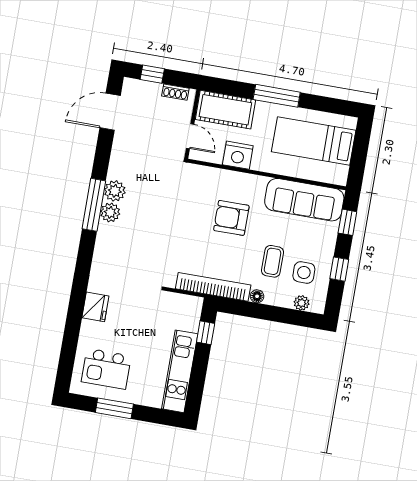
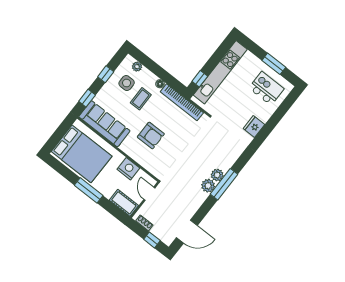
cot: (225, 110) -> (124, 203), width x0.73, depth x0.75
bed: (314, 141) -> (82, 154), width x1.50
kitchen unit: (180, 371) -> (220, 72), width x1.36

